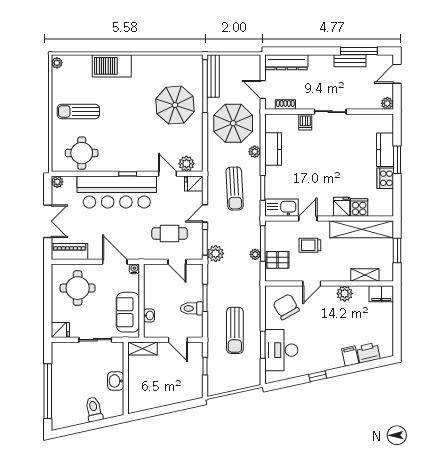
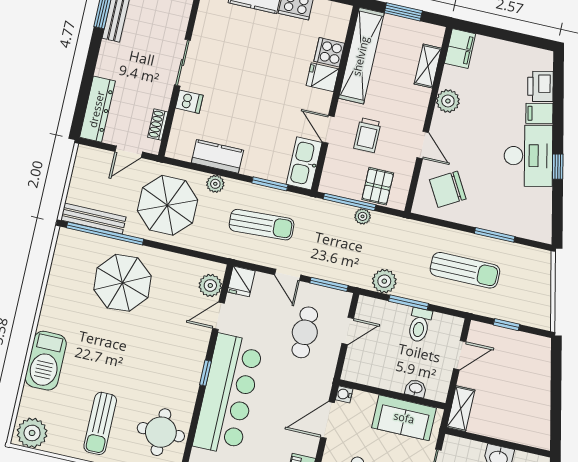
plant: (57, 63) -> (32, 433), width x1.88, depth x1.88
plant: (216, 254) -> (384, 281), moved
desk: (281, 350) -> (528, 156), moved, turned -102

